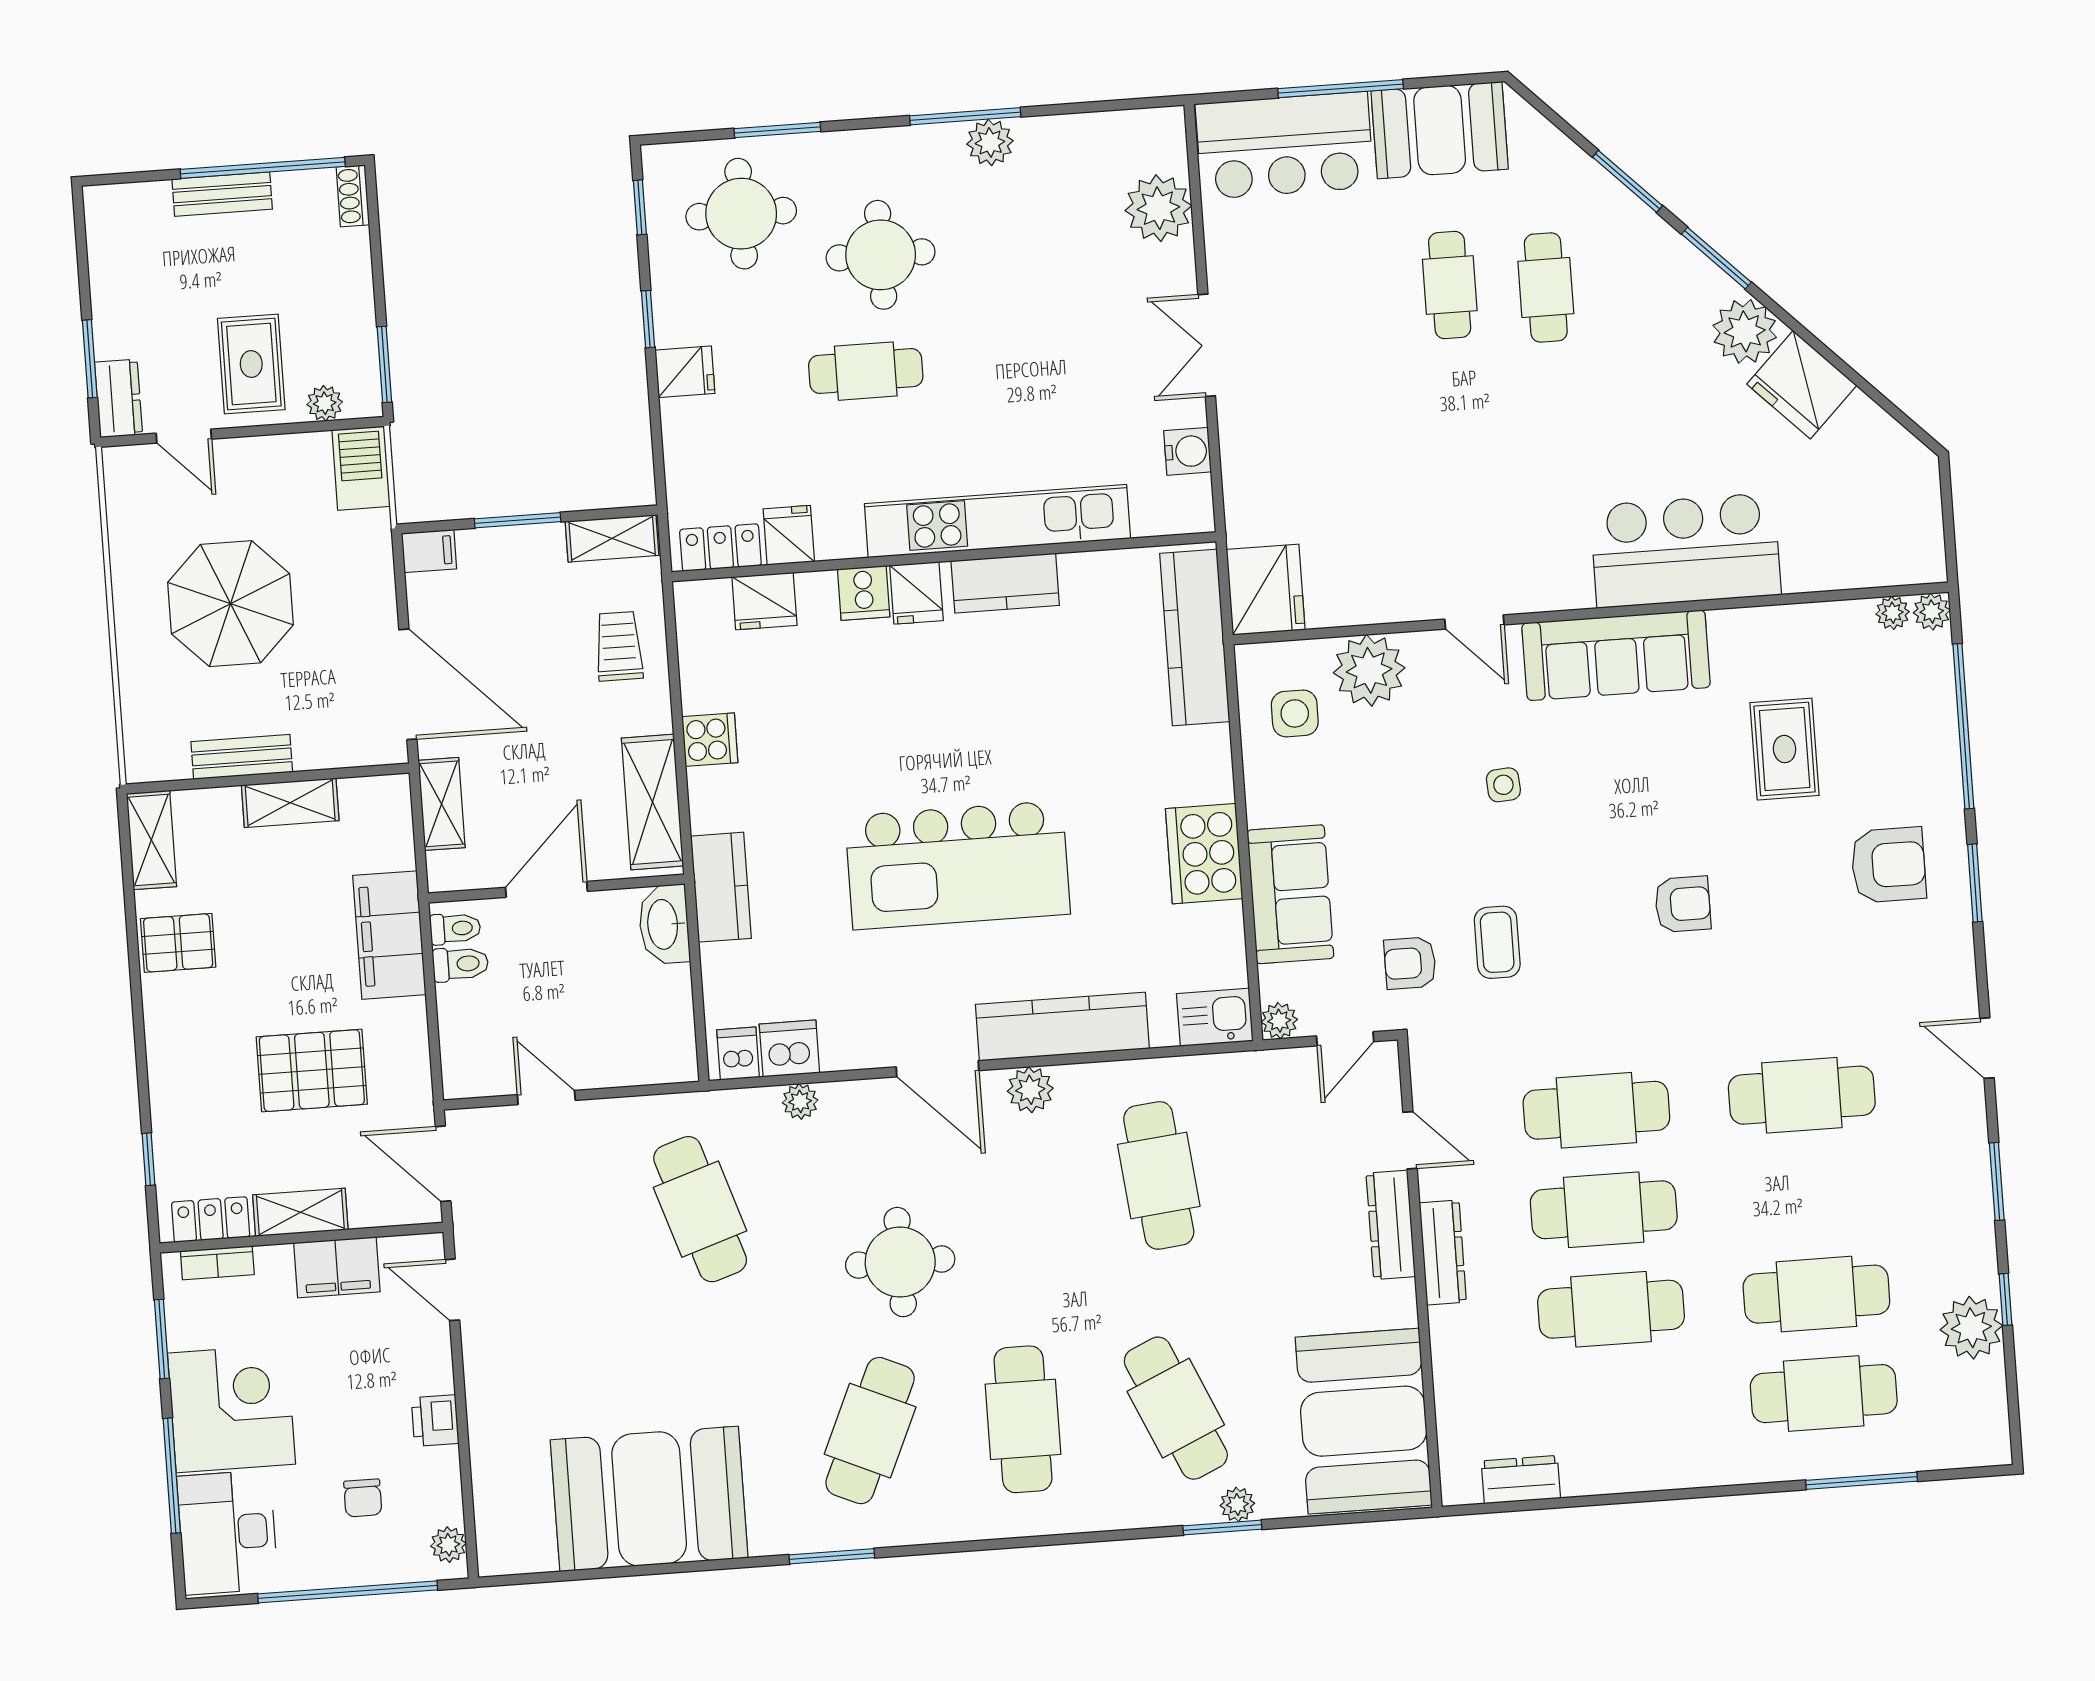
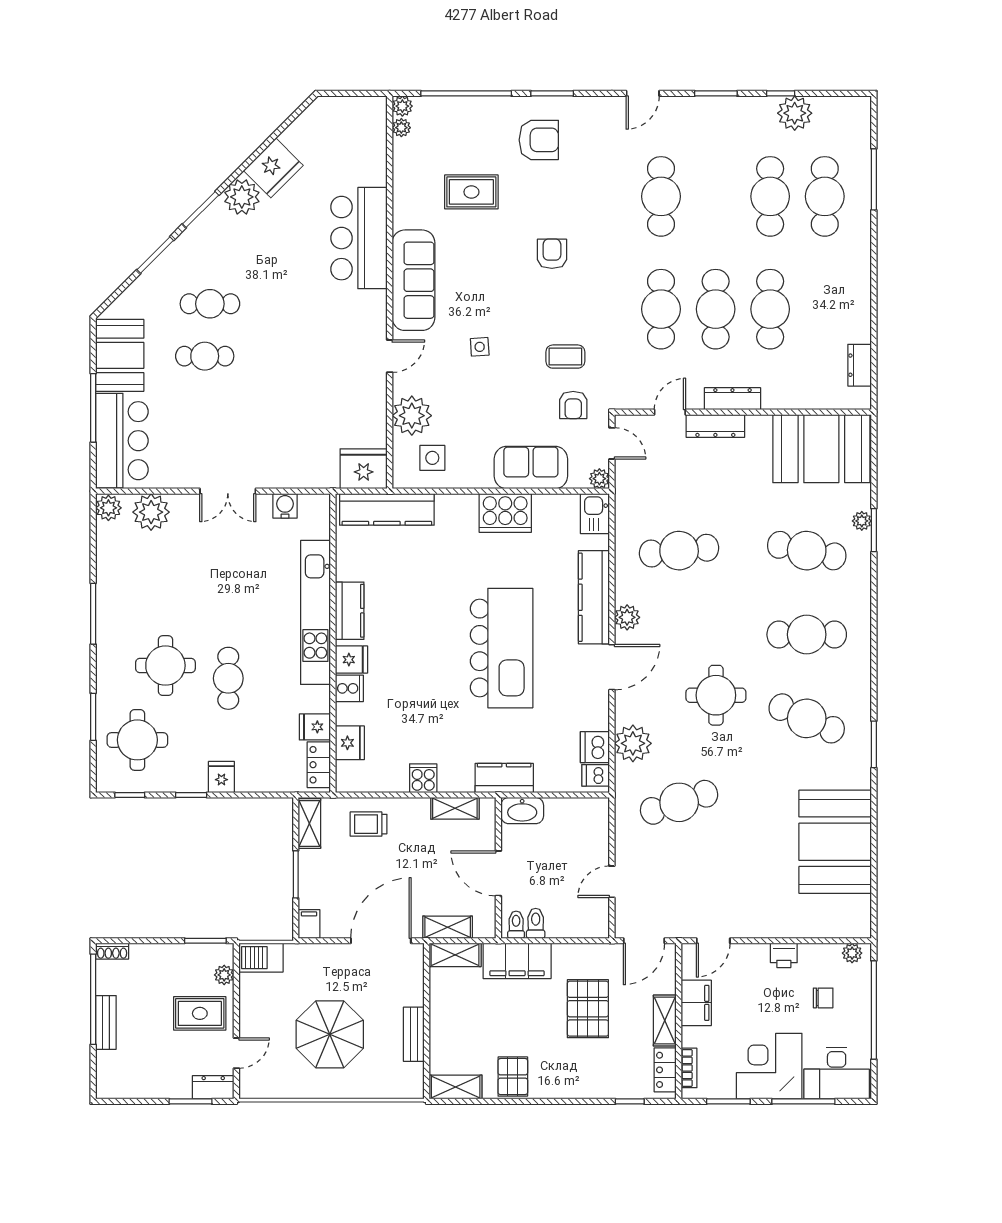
plant: (990, 142) -> (108, 508), moved
shelving: (652, 802) -> (455, 808), width x0.67, depth x0.75
shelving: (290, 803) -> (455, 955), moved, turned 90
armchair: (1888, 865) -> (539, 140), turned 90
plant: (800, 1101) -> (633, 743), width x1.88, depth x1.88
cafe table: (1176, 1408) -> (807, 551), turned 36

